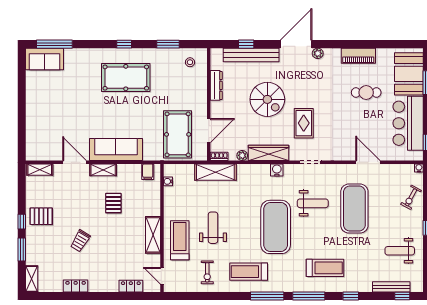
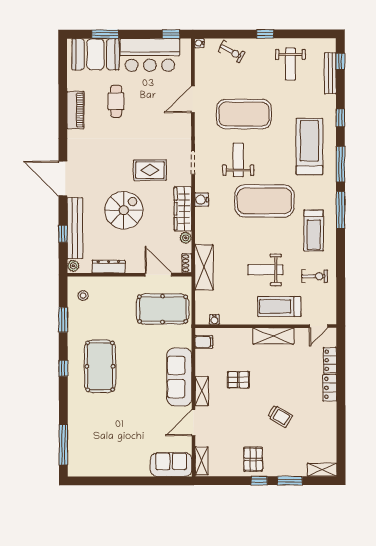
plant: (318, 53) -> (73, 266), moved
sofa: (44, 59) -> (171, 465), moved, turned -90
treadmill: (325, 268) -> (309, 146), width x1.37, depth x1.38
locker: (76, 286) -> (330, 388), moved

